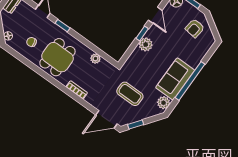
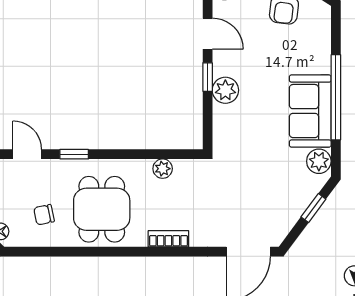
coffee table: (130, 94) -> (256, 185), removed
window: (136, 124) -> (313, 208), moved

